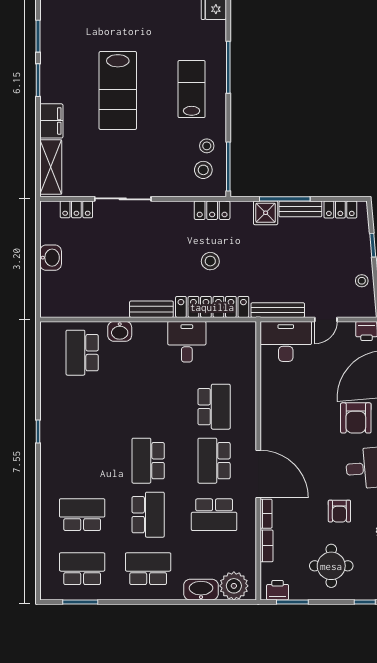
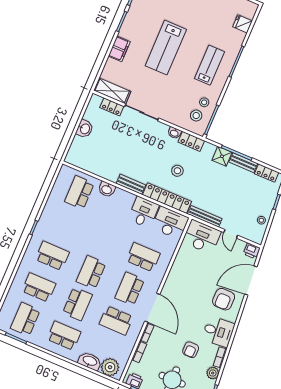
shelving: (51, 167) -> (112, 91), moved, turned 90
washbasin: (183, 208) -> (174, 133), added
door: (326, 319) -> (231, 234), hinge flipped
desk: (232, 341) -> (170, 223), added
school desk: (214, 407) -> (143, 257), turned -90
school desk: (82, 461) -> (52, 256), added
school desk: (82, 569) -> (25, 319), turned -90

